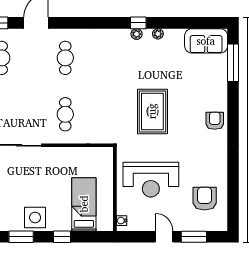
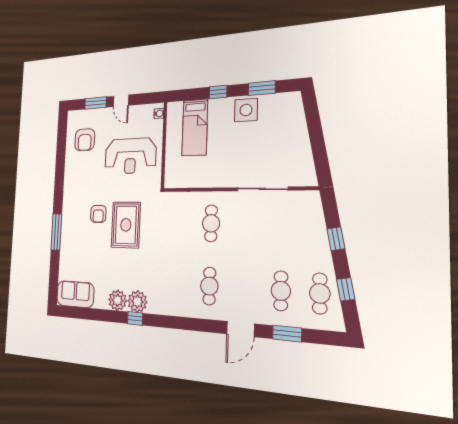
plant: (137, 34) -> (137, 301), width x1.88, depth x1.88
plant: (158, 34) -> (118, 300), width x1.87, depth x1.87
window: (233, 63) -> (56, 232), moved
armchair: (215, 121) -> (98, 214), moved
reception desk: (151, 180) -> (130, 156), turned 180

